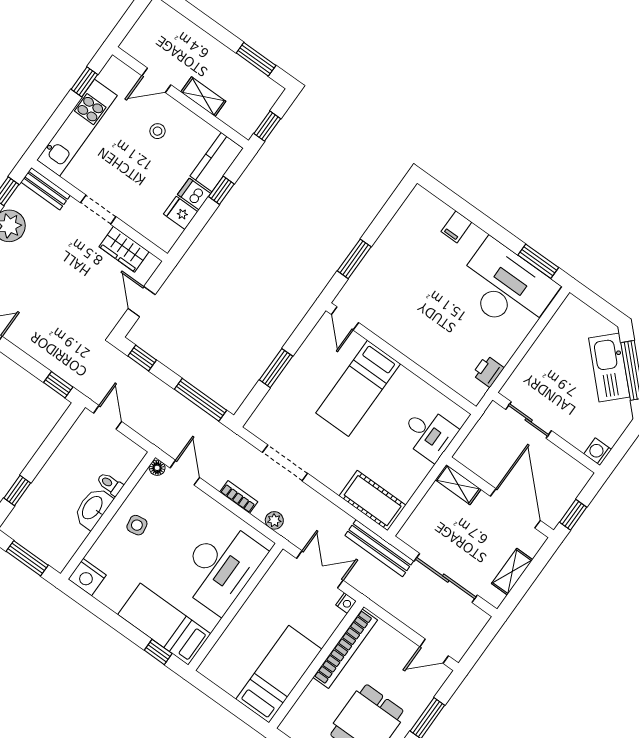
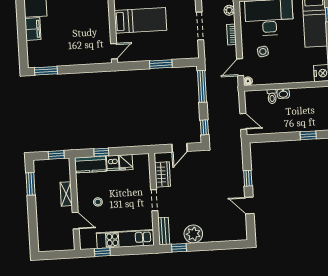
filing cabinet: (456, 227) -> (33, 29), width x2.00
window: (354, 259) -> (46, 71), moved
window: (58, 385) -> (248, 178), moved
door: (108, 417) -> (243, 121), swing flipped
washbasin: (93, 508) -> (283, 94), width x0.52, depth x0.69
side table: (137, 525) -> (263, 51), moved

